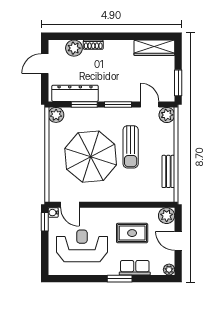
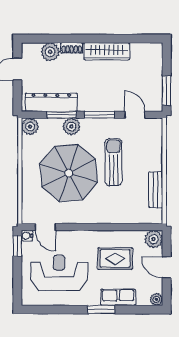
wardrobe: (154, 48) -> (107, 51), moved
plant: (167, 115) -> (71, 127), moved
sun lounger: (131, 147) -> (113, 162), turned 180

